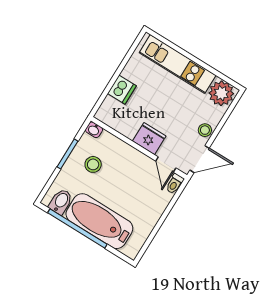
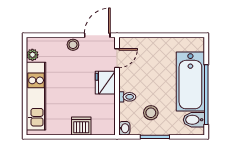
plant: (221, 93) -> (32, 55), width x0.53, depth x0.53
door: (199, 159) -> (97, 35), hinge flipped
toilet: (175, 184) -> (127, 97), moved

